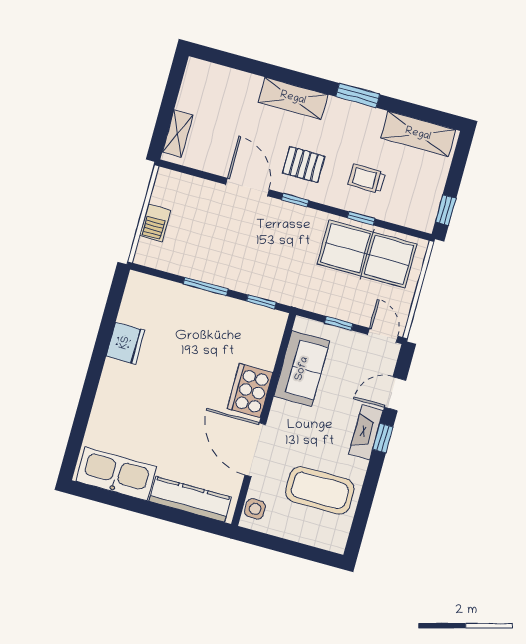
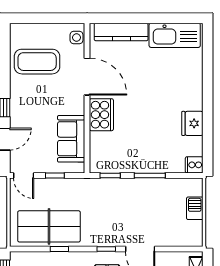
cooker: (139, 284) -> (194, 165), added
fireplace: (366, 432) -> (17, 108), removed

